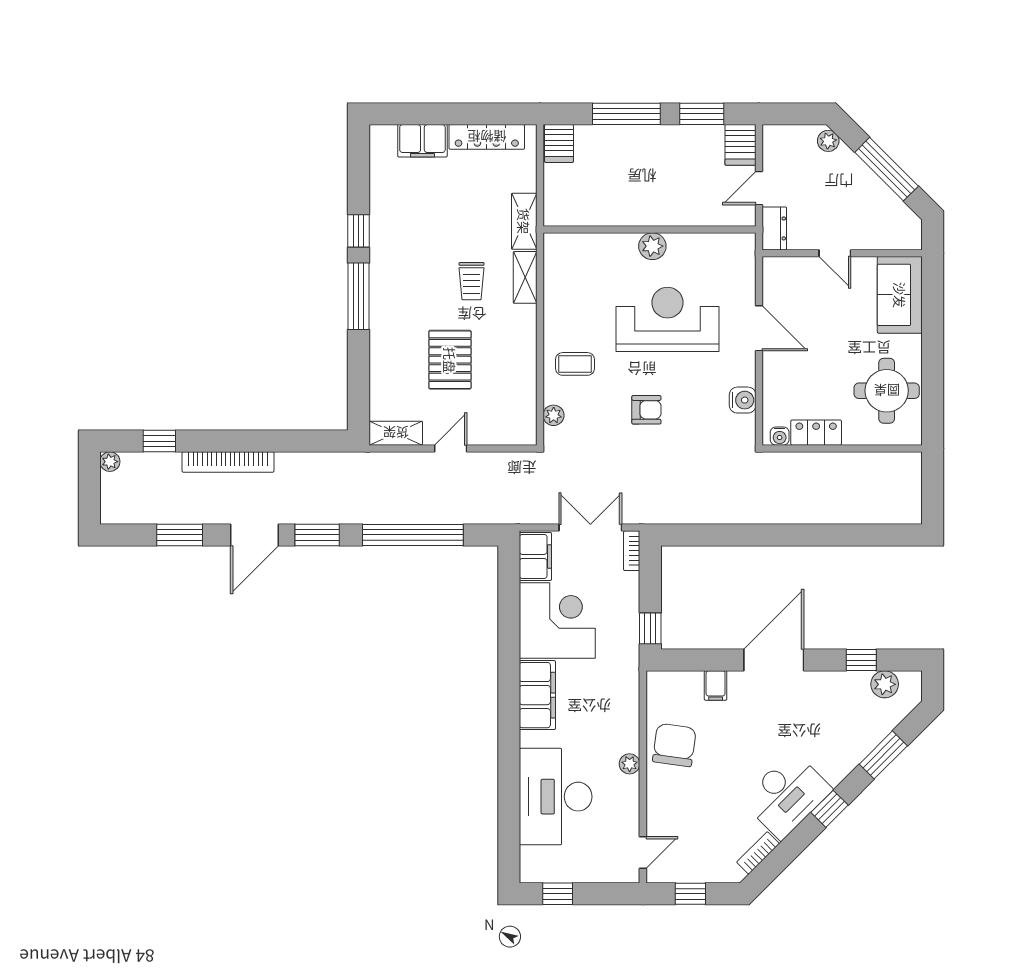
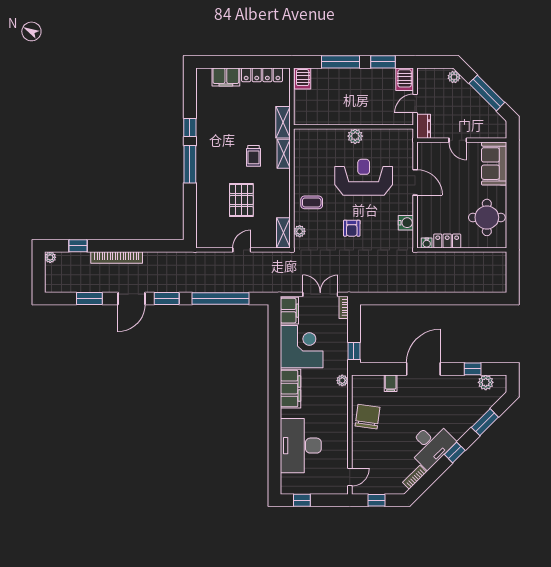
armchair: (646, 410) -> (352, 228), turned 90
shelving: (396, 433) -> (283, 233), moved, turned 90
plant: (630, 764) -> (342, 380), moved

